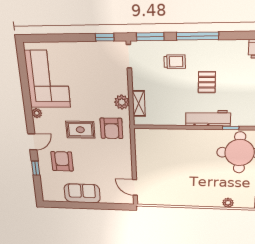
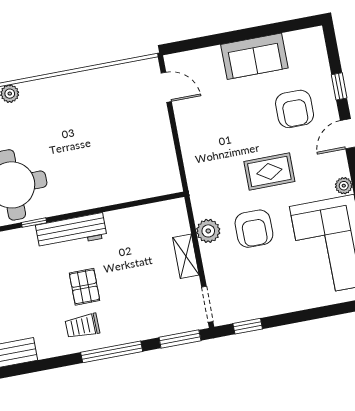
trolley: (175, 62) -> (82, 326), moved
shelving: (139, 104) -> (186, 256), moved
armchair: (111, 128) -> (254, 229), moved, turned 180

